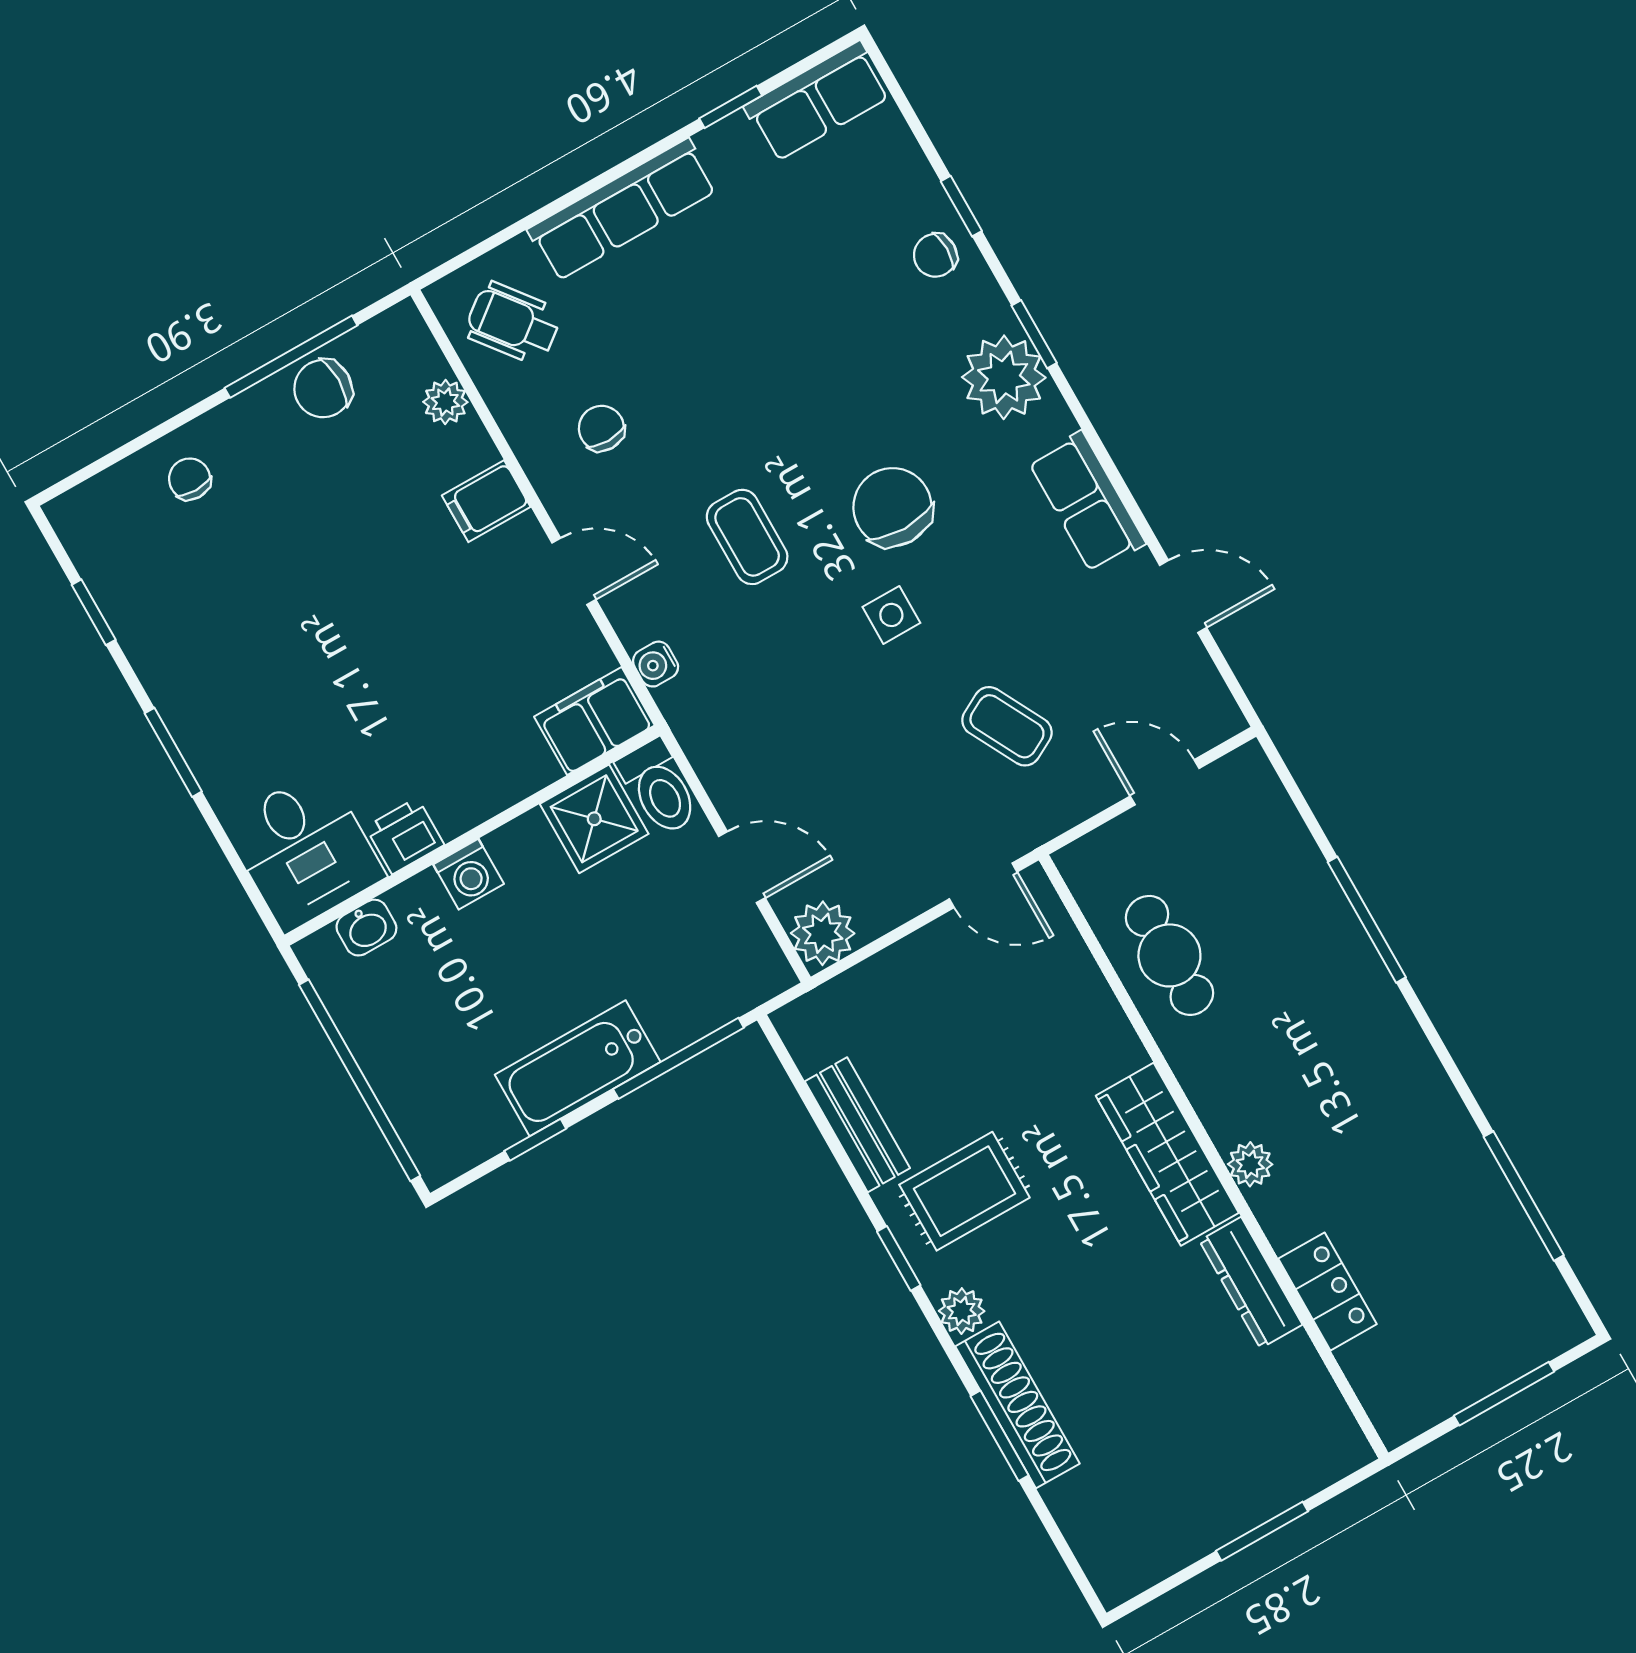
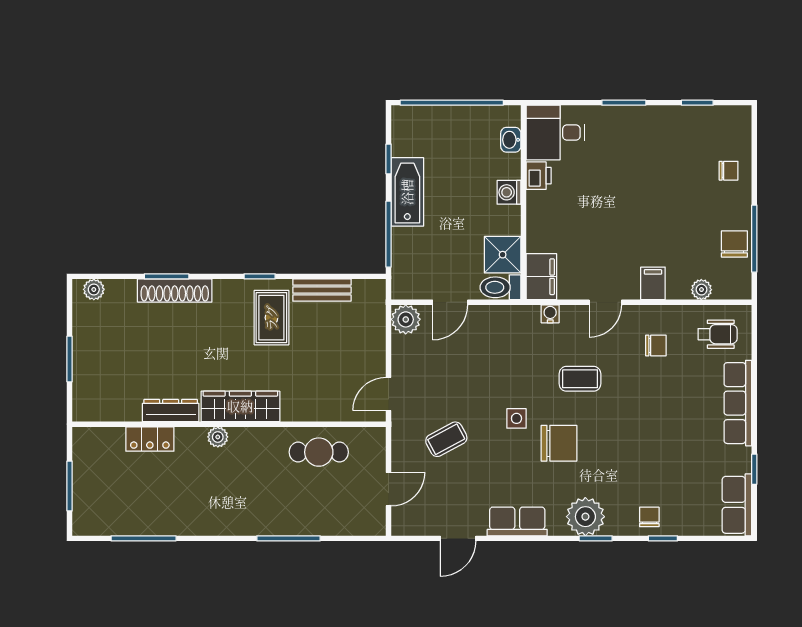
wheelchair: (513, 323) -> (718, 334), turned 38
plant: (962, 1311) -> (94, 289), moved

